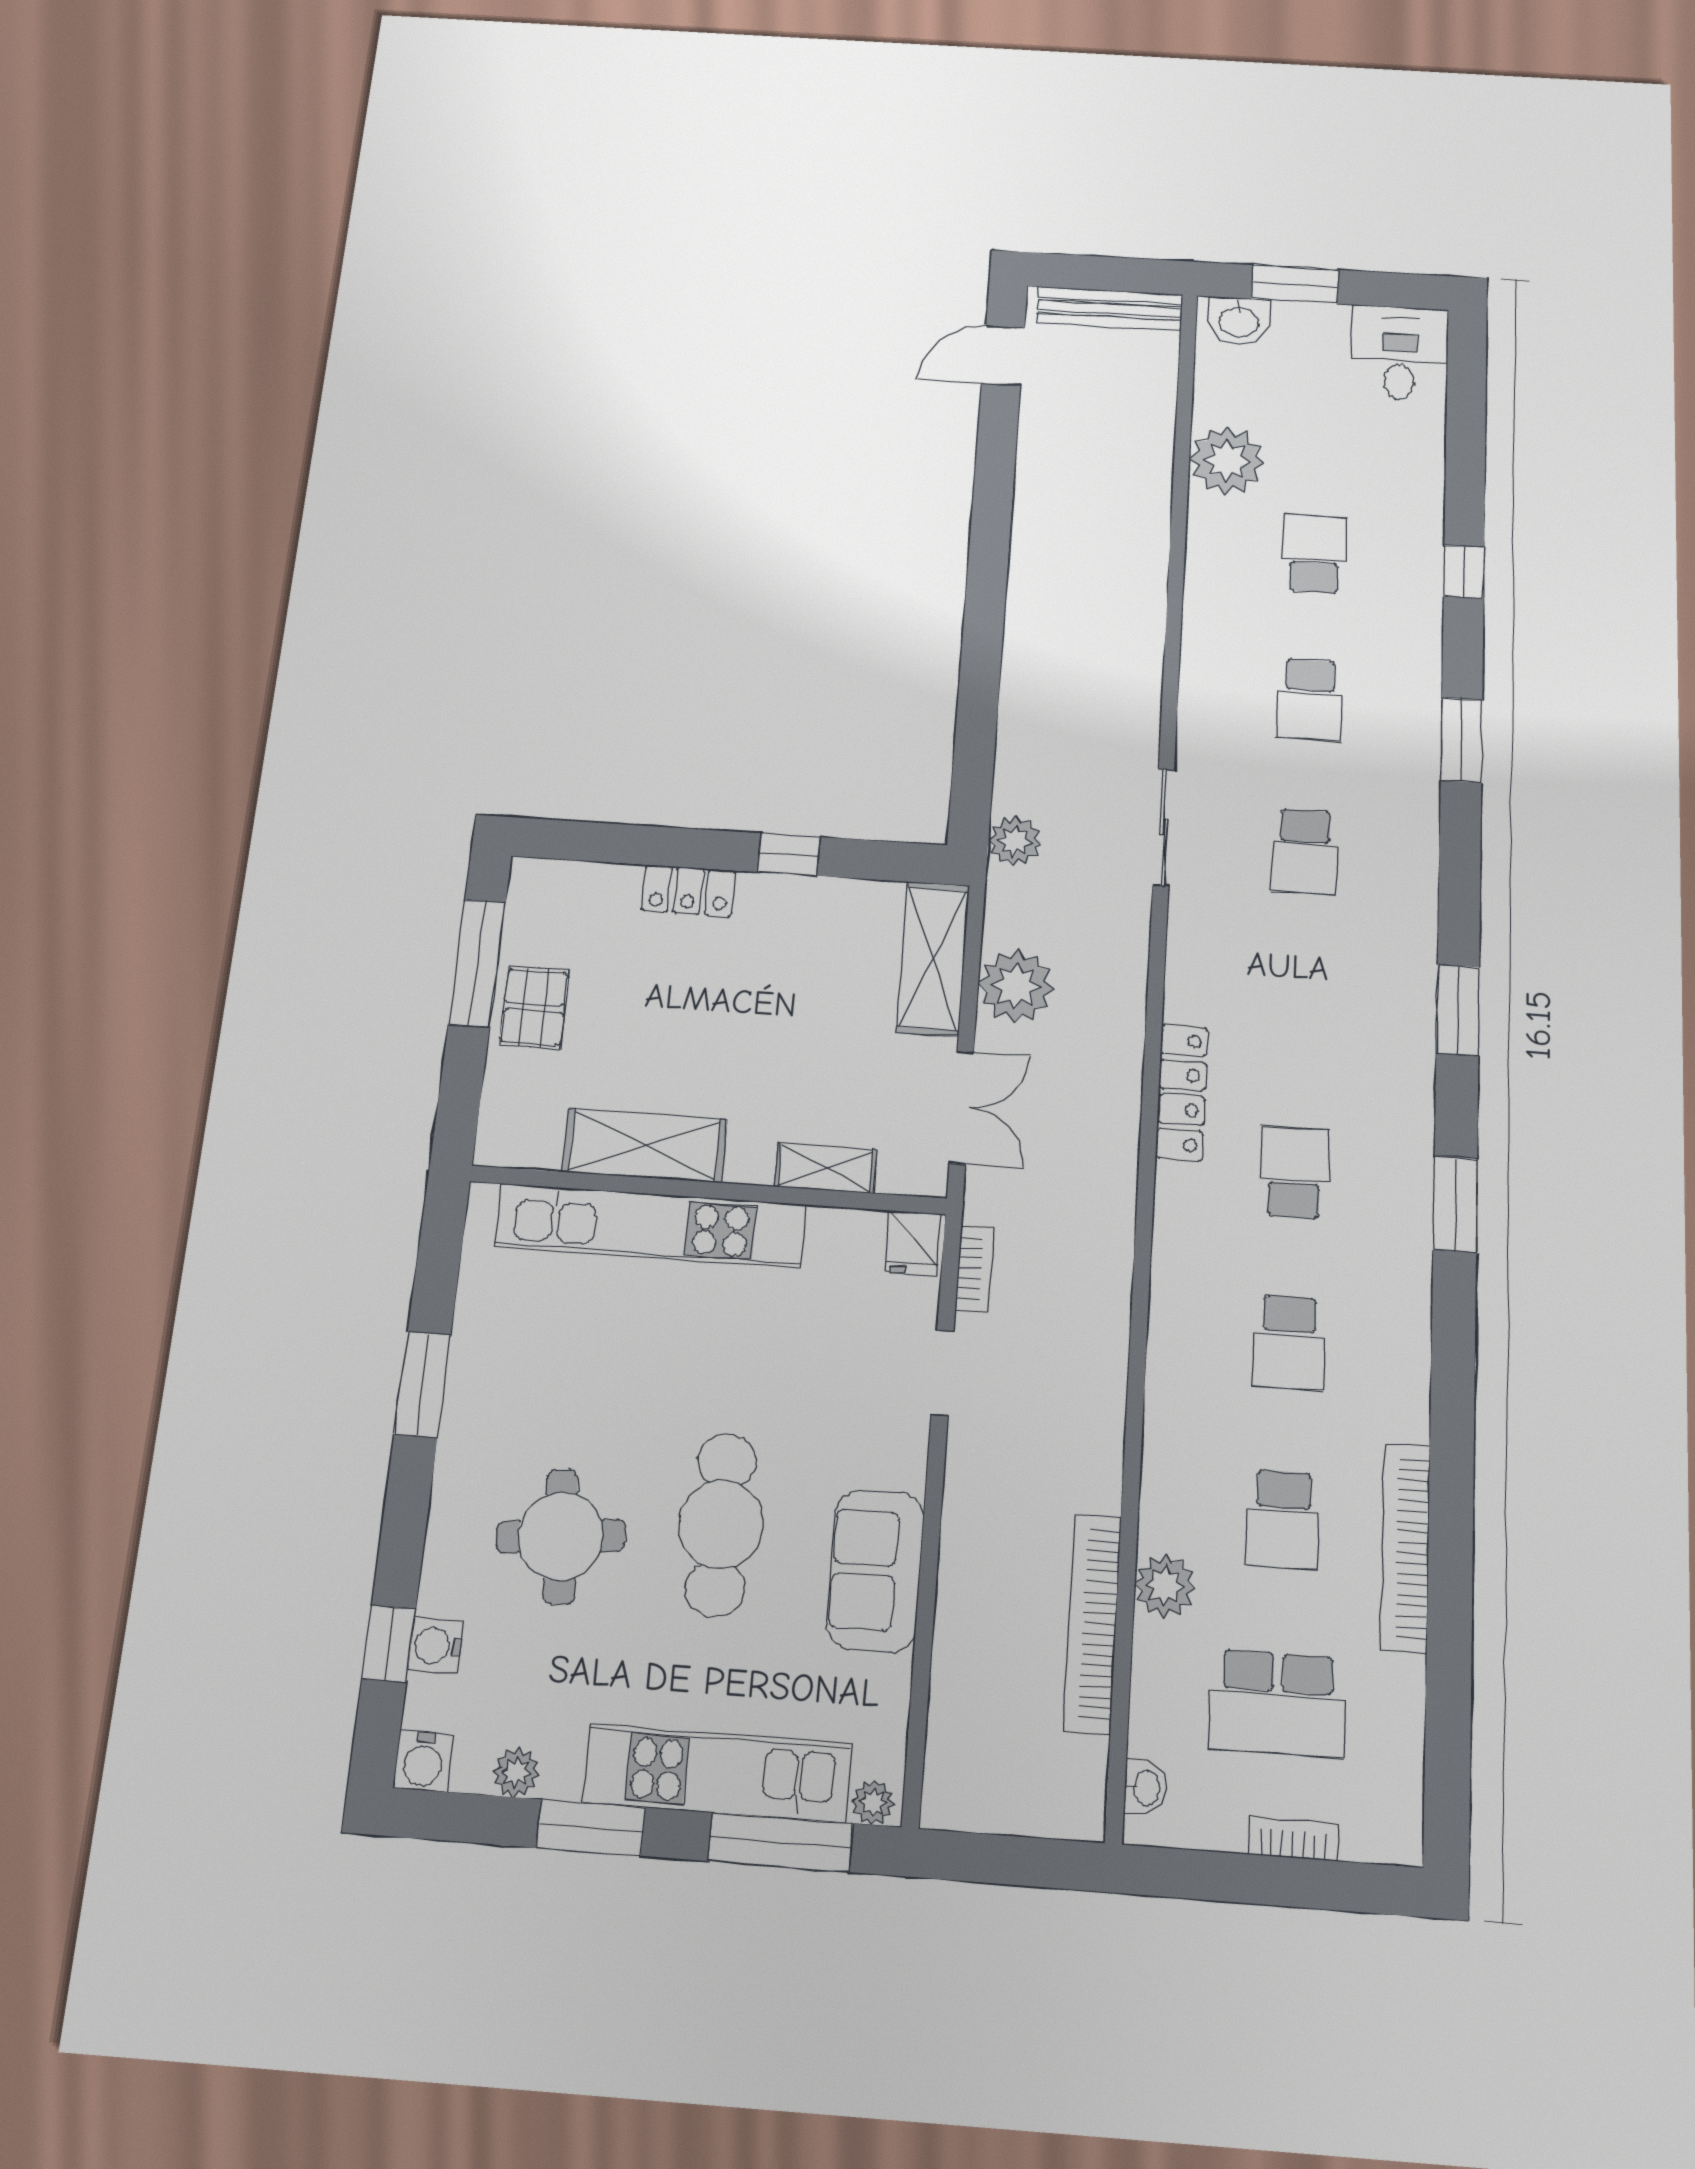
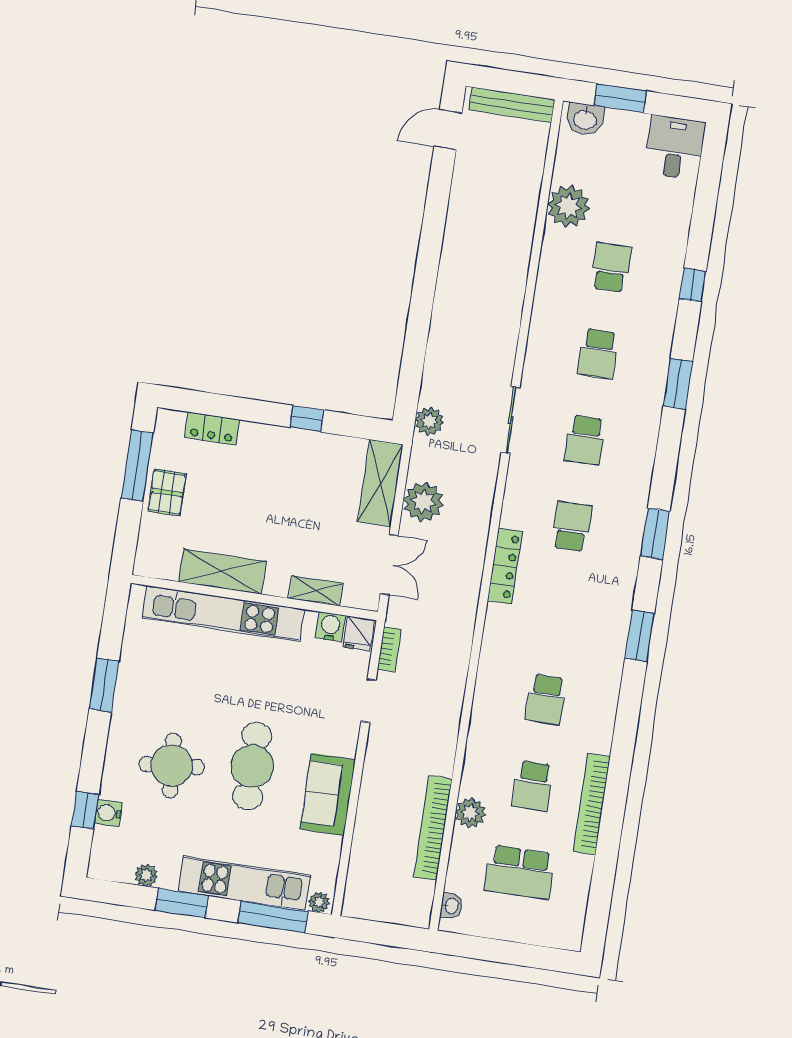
locker: (689, 891) -> (212, 429), moved
school desk: (1294, 1173) -> (572, 527), moved
water cooler: (423, 1761) -> (330, 627), moved, turned 180
bookcase: (1293, 1839) -> (520, 935), removed

